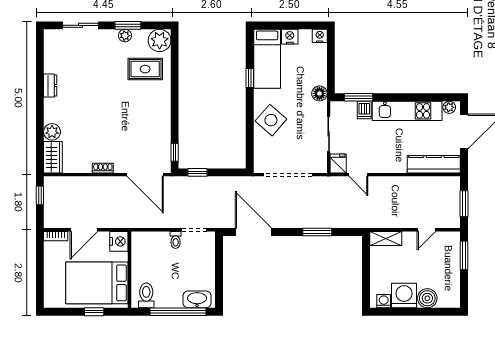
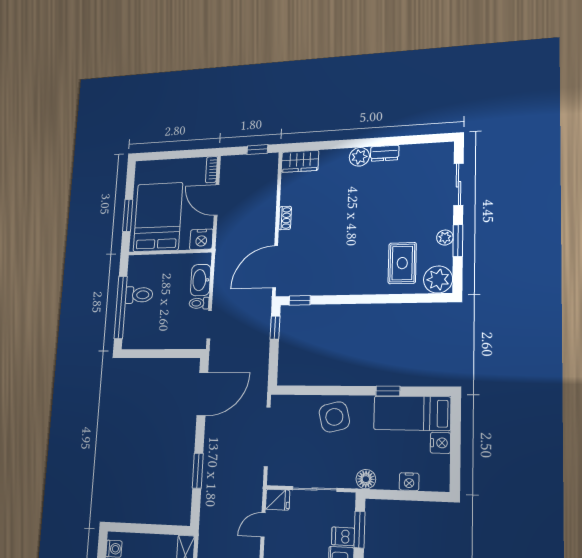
nightstand: (320, 36) -> (409, 482), moved, turned 90
side table: (271, 120) -> (334, 417), turned 35
plant: (52, 132) -> (359, 157), moved
toilet: (146, 295) -> (139, 295), moved
washbasin: (197, 299) -> (201, 280), moved, turned 180
window: (94, 312) -> (128, 215), width x1.50

